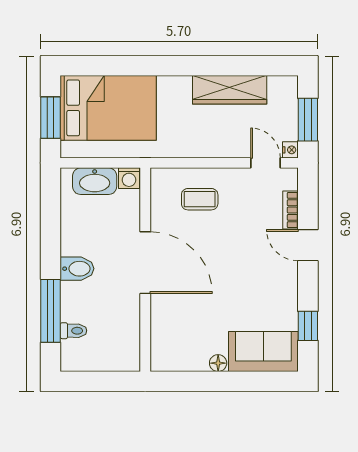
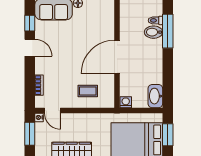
washbasin: (95, 181) -> (155, 96), moved, turned -90
door: (308, 245) -> (30, 48), moved
door: (145, 263) -> (117, 57), hinge flipped
bidet: (77, 269) -> (153, 32), moved

